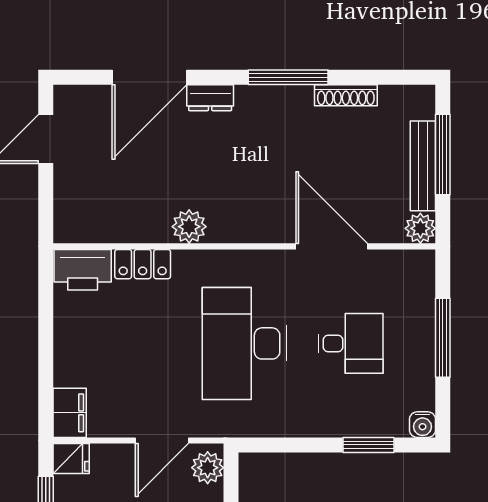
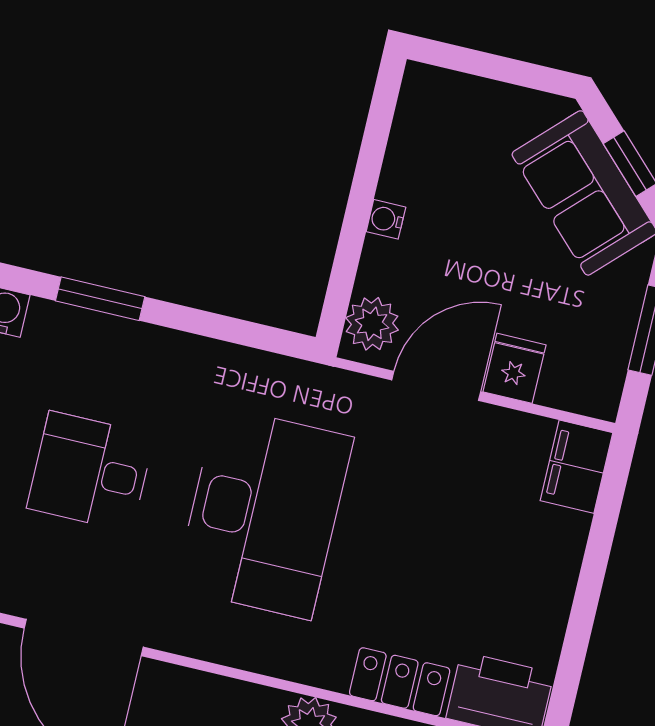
fridge: (71, 458) -> (515, 368), moved, turned 90

